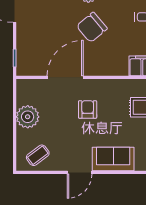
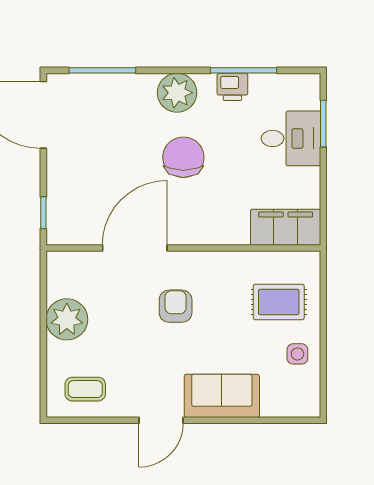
chair: (92, 27) -> (183, 157), turned 130
coffee table: (38, 155) -> (85, 389), turned 37

